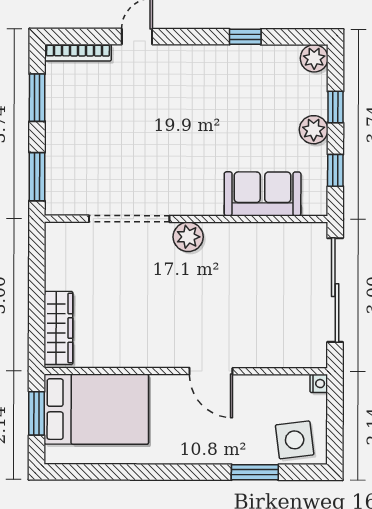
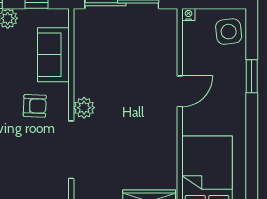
armchair: (191, 168) -> (35, 106), added
window: (255, 472) -> (252, 76), moved

